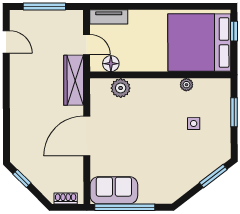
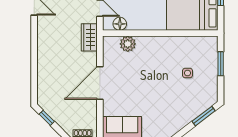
wardrobe: (74, 80) -> (89, 37), width x0.67
plant: (186, 85) -> (182, 41), removed

